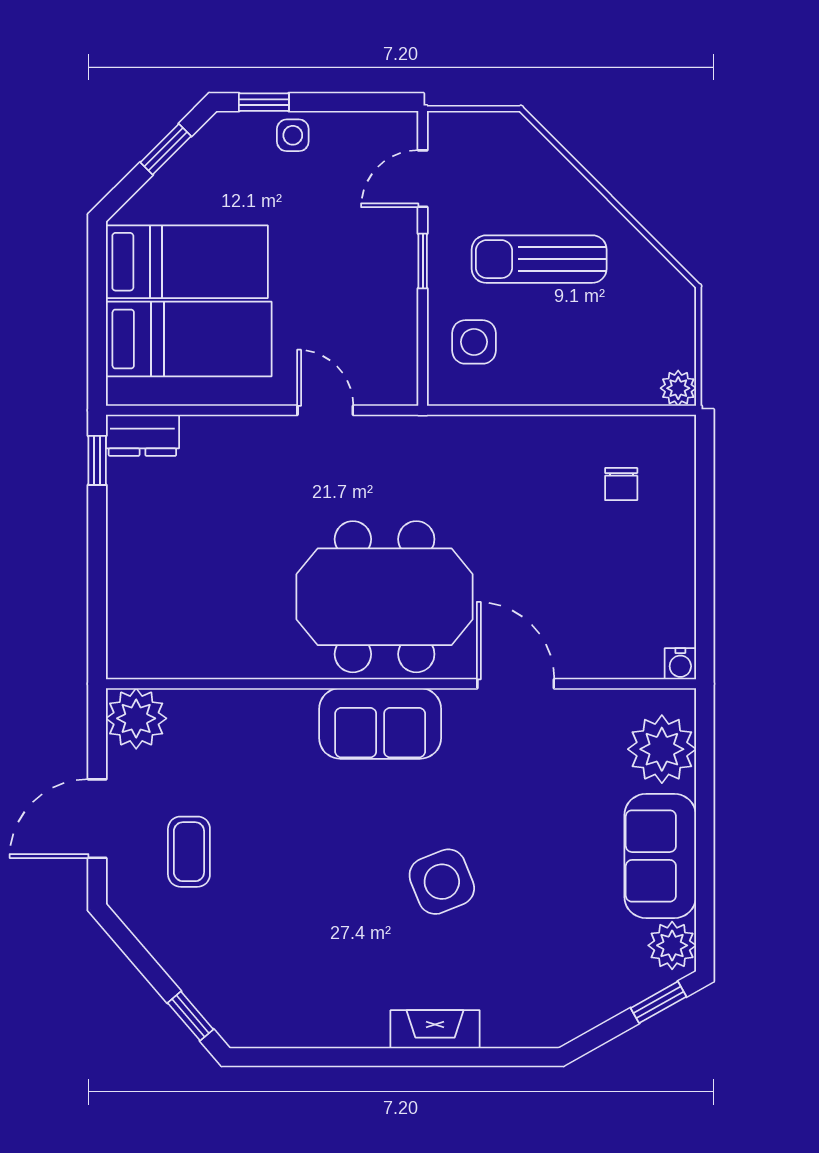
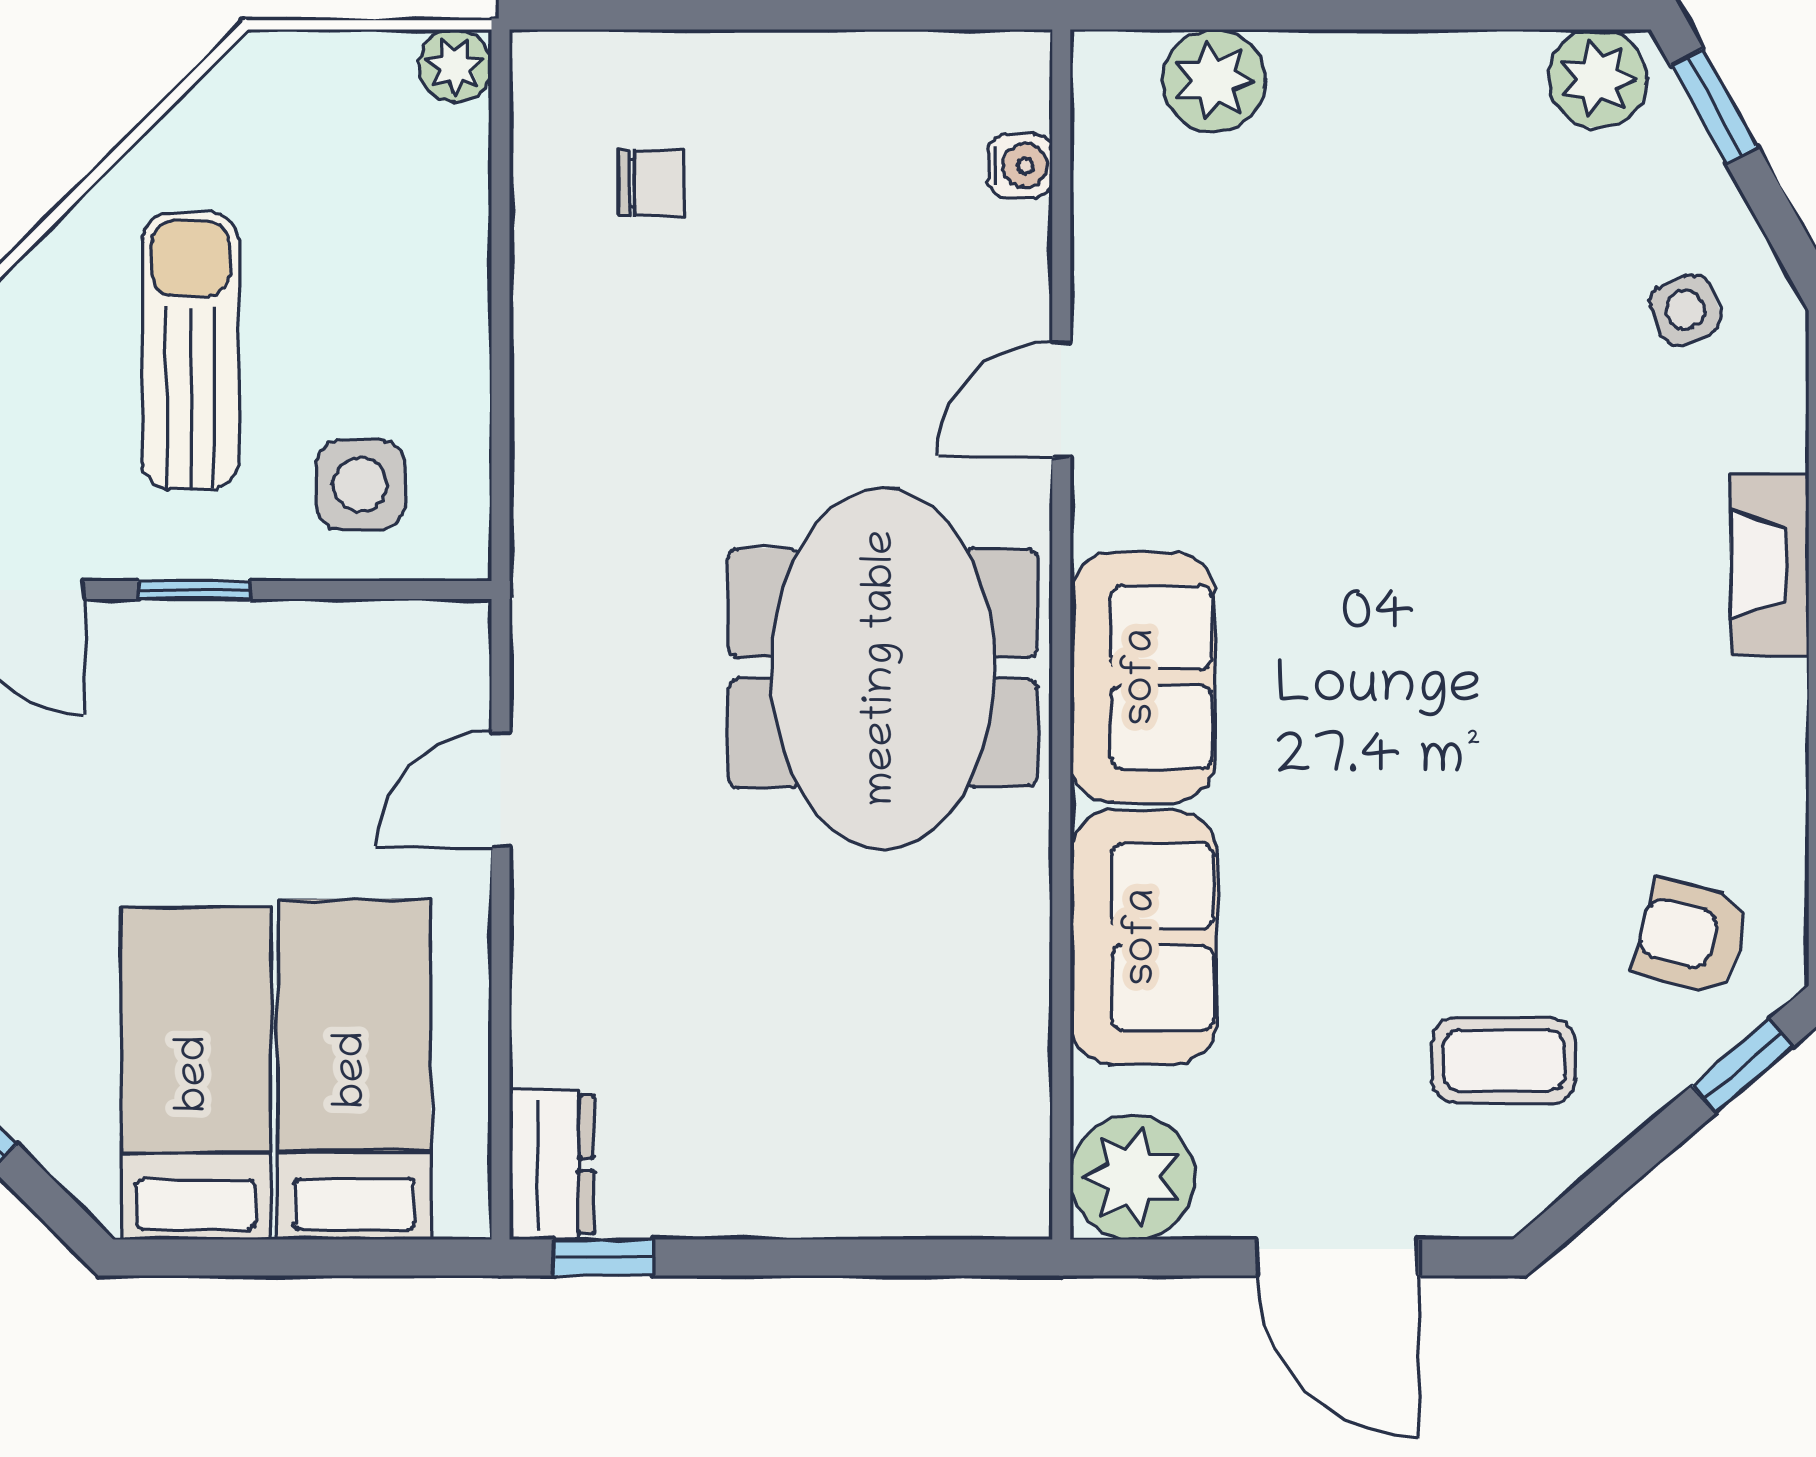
sun lounger: (539, 259) -> (190, 351), turned 180
water cooler: (680, 664) -> (1020, 166), moved
door: (516, 684) -> (1061, 399), width x0.73
plant: (662, 749) -> (1214, 81), width x0.73, depth x0.73
coffee table: (189, 852) -> (1504, 1061), moved
sofa: (660, 856) -> (1144, 937), moved, turned -90
side table: (442, 882) -> (1685, 310), moved, width x0.54, depth x0.54
armchair: (253, 991) -> (1692, 937), added

